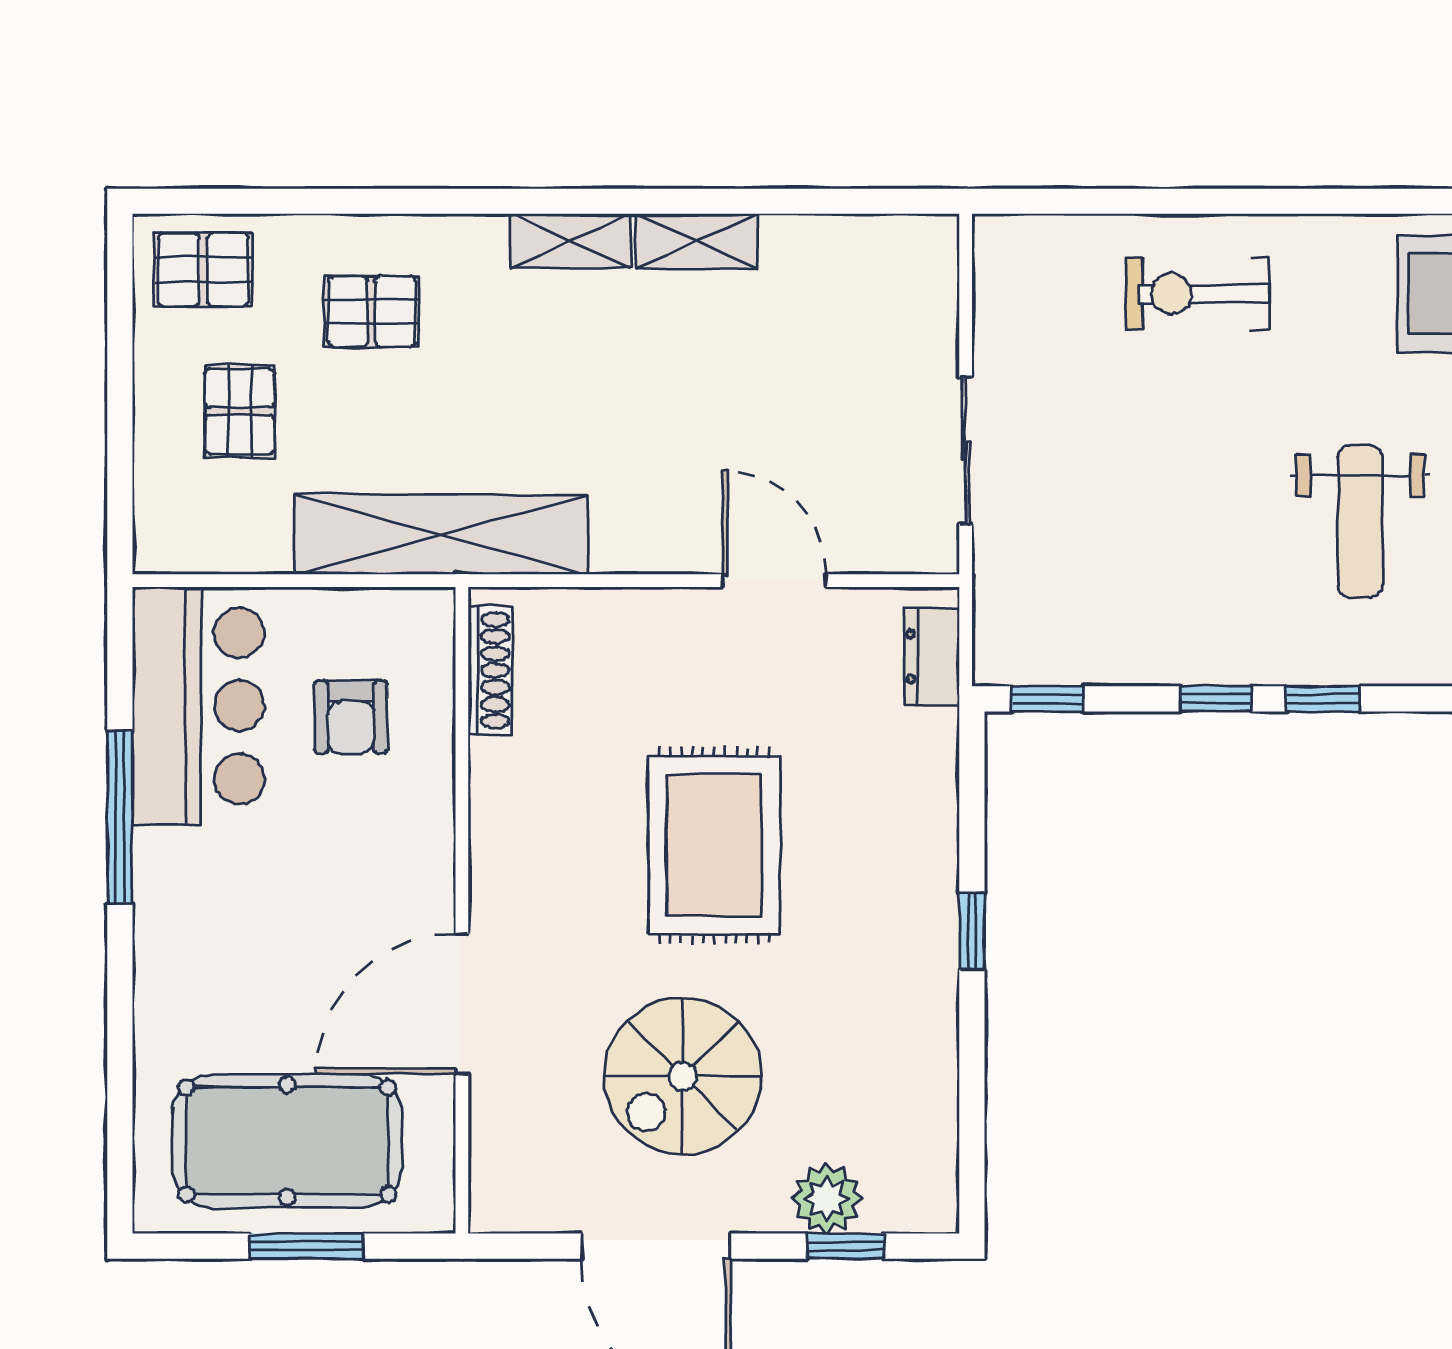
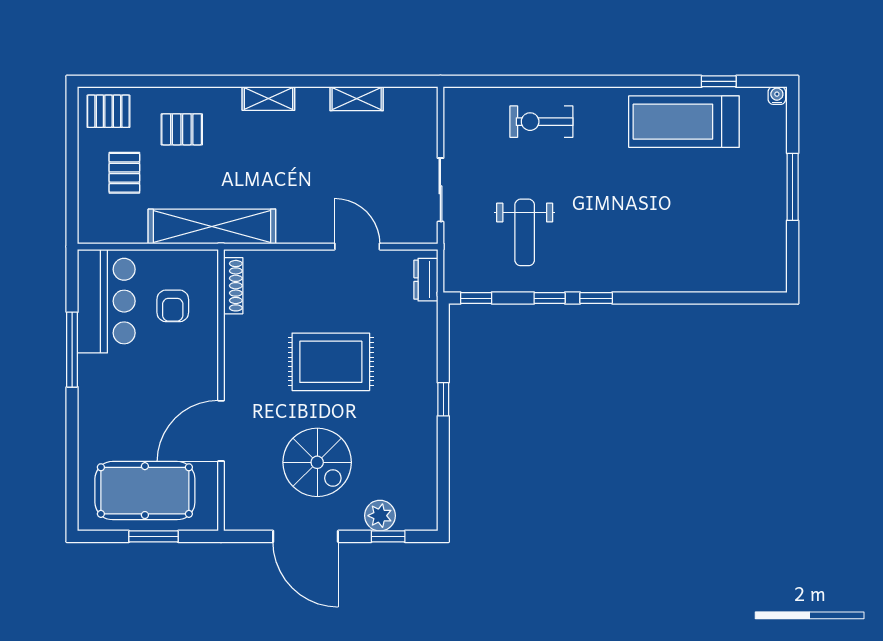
shelving: (697, 241) -> (357, 99), moved
weight bench: (1360, 521) -> (525, 232), moved
rug: (714, 845) -> (331, 362), turned 90
spiral stairs: (683, 1076) -> (317, 462), turned -90

